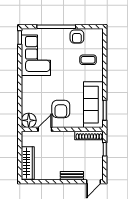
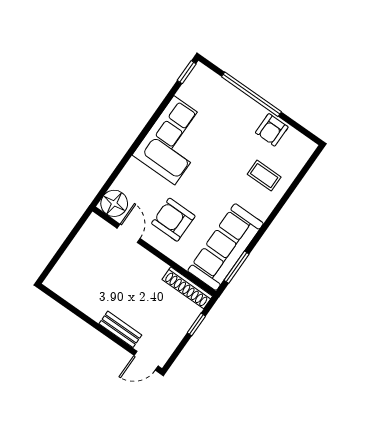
corner sofa: (36, 55) -> (174, 140), moved
armchair: (61, 109) -> (173, 220), turned 90
door: (45, 129) -> (129, 233), hinge flipped
wardrobe: (28, 163) -> (69, 265), removed

